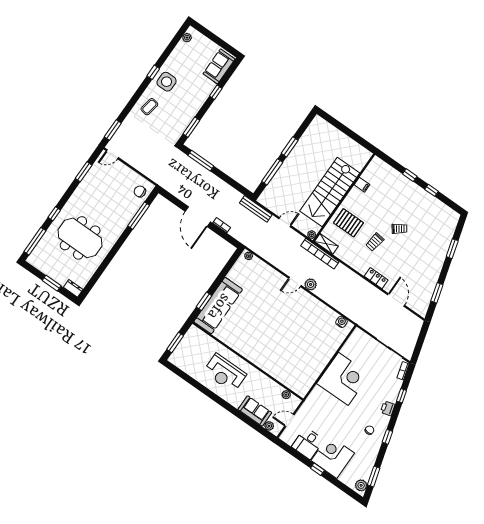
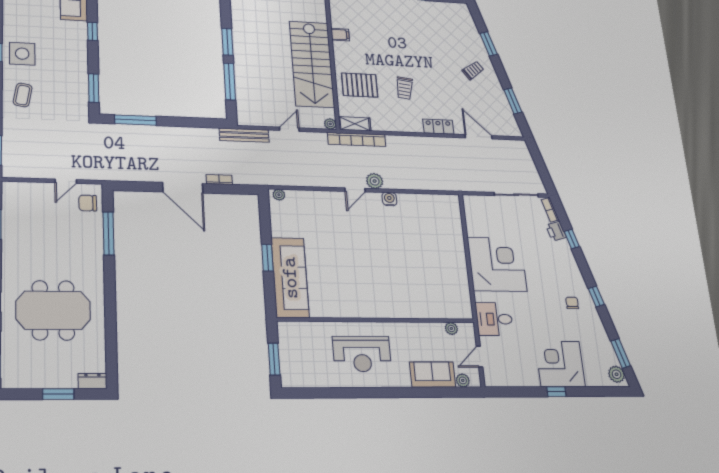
door: (112, 154) -> (66, 181), moved
trolley: (399, 229) -> (473, 70), moved
window: (204, 301) -> (267, 258), moved
water cooler: (341, 322) -> (389, 199), moved
printer: (388, 408) -> (556, 231), moved
desk: (308, 443) -> (494, 319), moved, turned 90

